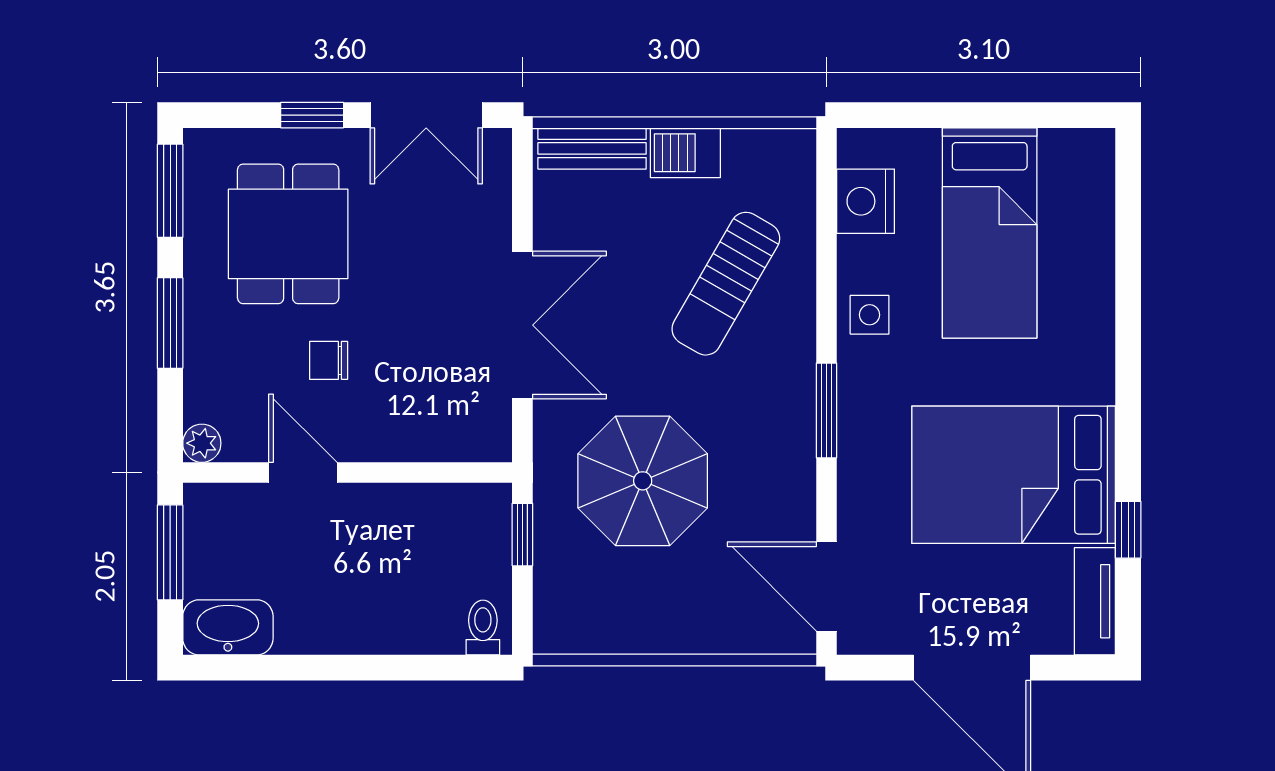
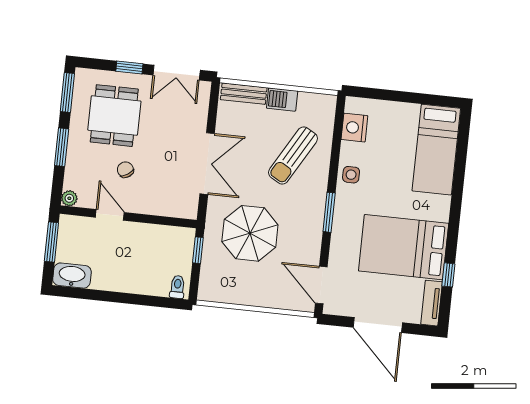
bed: (990, 233) -> (436, 150), moved
chair: (329, 360) -> (125, 170), turned 57

